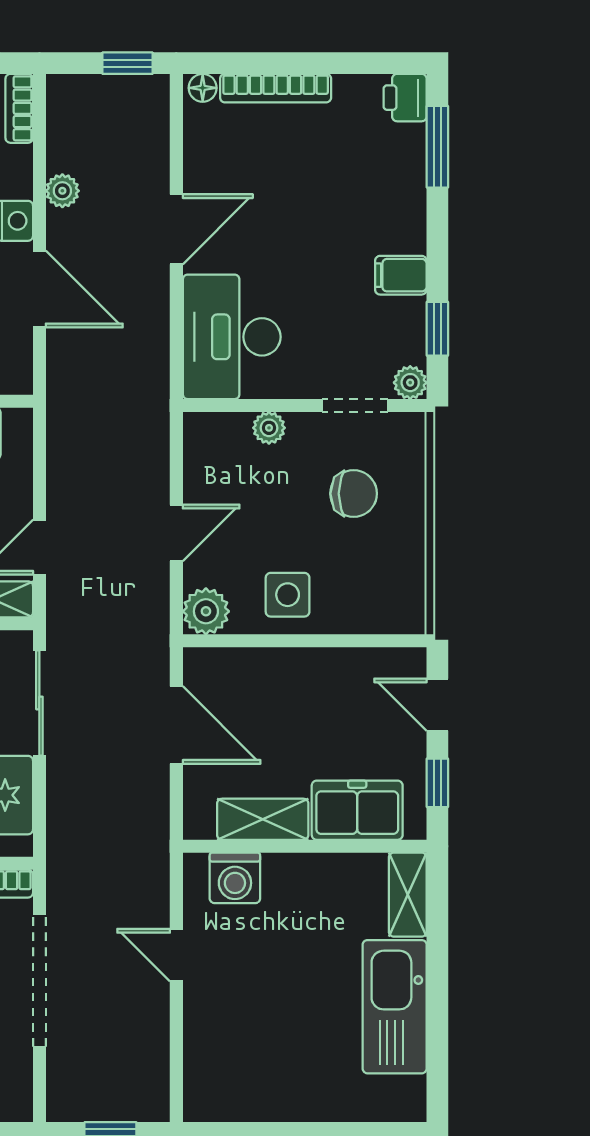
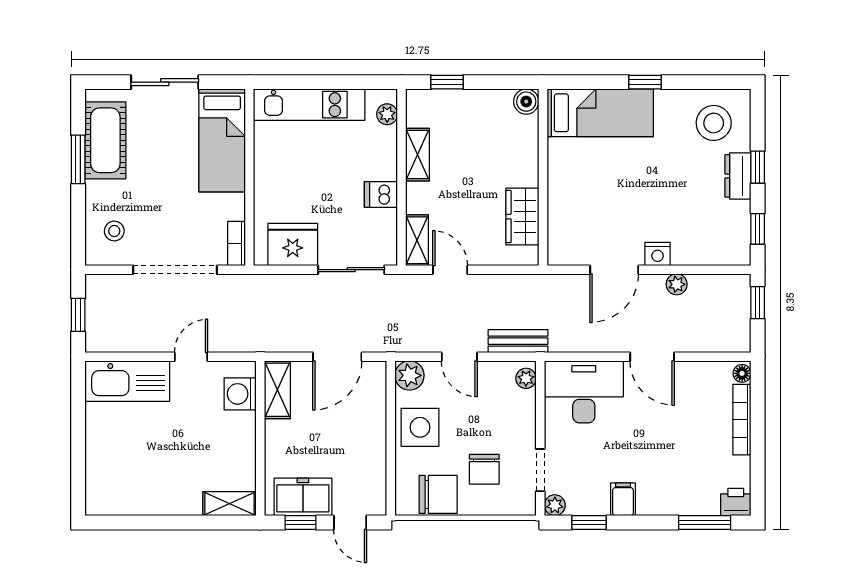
window: (128, 63) -> (758, 303), moved
bookcase: (19, 108) -> (729, 257), removed
plant: (269, 428) -> (526, 378), moved
bench: (152, 440) -> (518, 341), added
chair: (393, 566) -> (438, 494), added
side table: (288, 595) -> (420, 427), width x1.37, depth x1.37
door: (437, 705) -> (350, 522), swing flipped
freezer: (357, 810) -> (303, 497), moved, turned -90
shelving: (263, 819) -> (277, 390), moved
kitchen sink: (395, 1007) -> (127, 381), moved, turned 180

